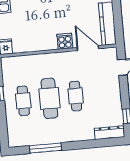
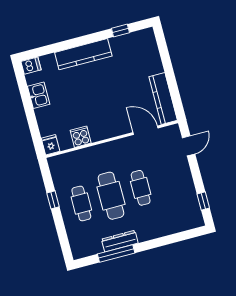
cooker: (65, 41) -> (81, 137), moved
dresser: (110, 133) -> (120, 241), moved

